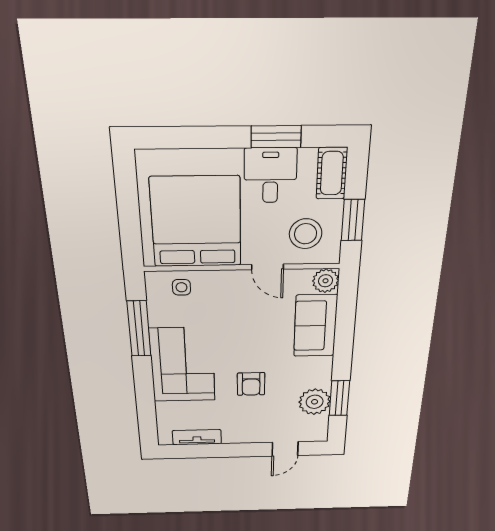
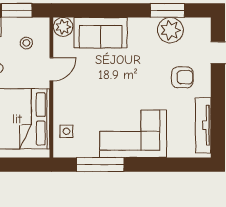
stool: (306, 234) -> (26, 43), width x0.53, depth x0.53
armchair: (251, 384) -> (182, 77), moved
tv unit: (197, 437) -> (203, 125), width x1.41

